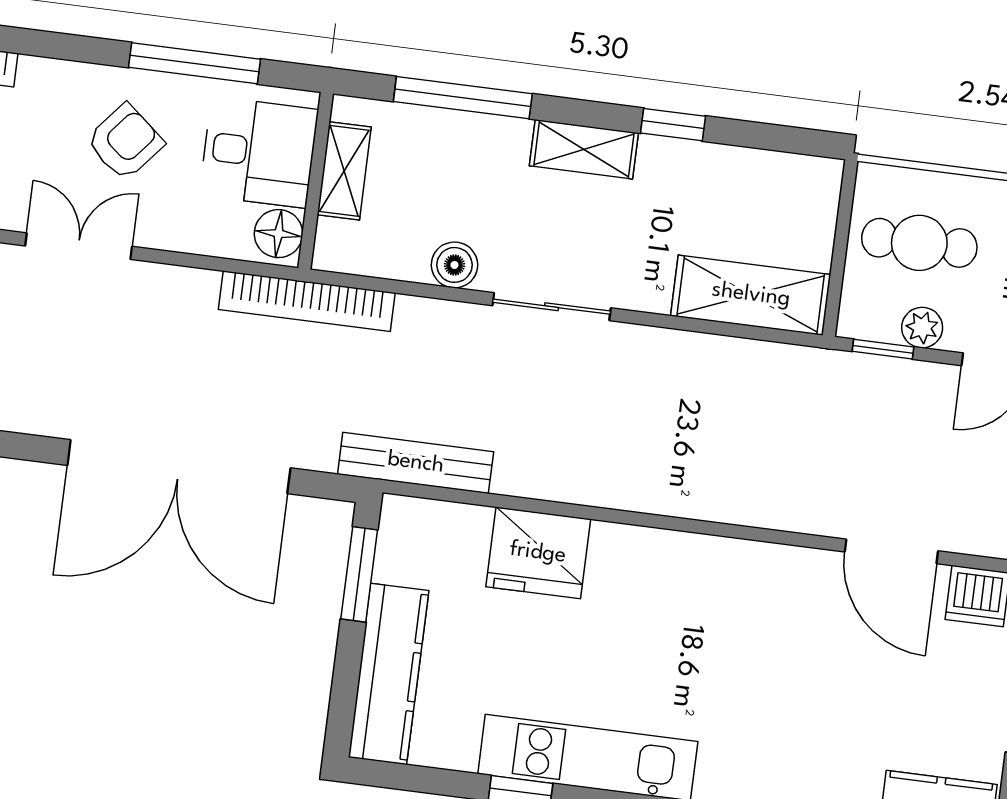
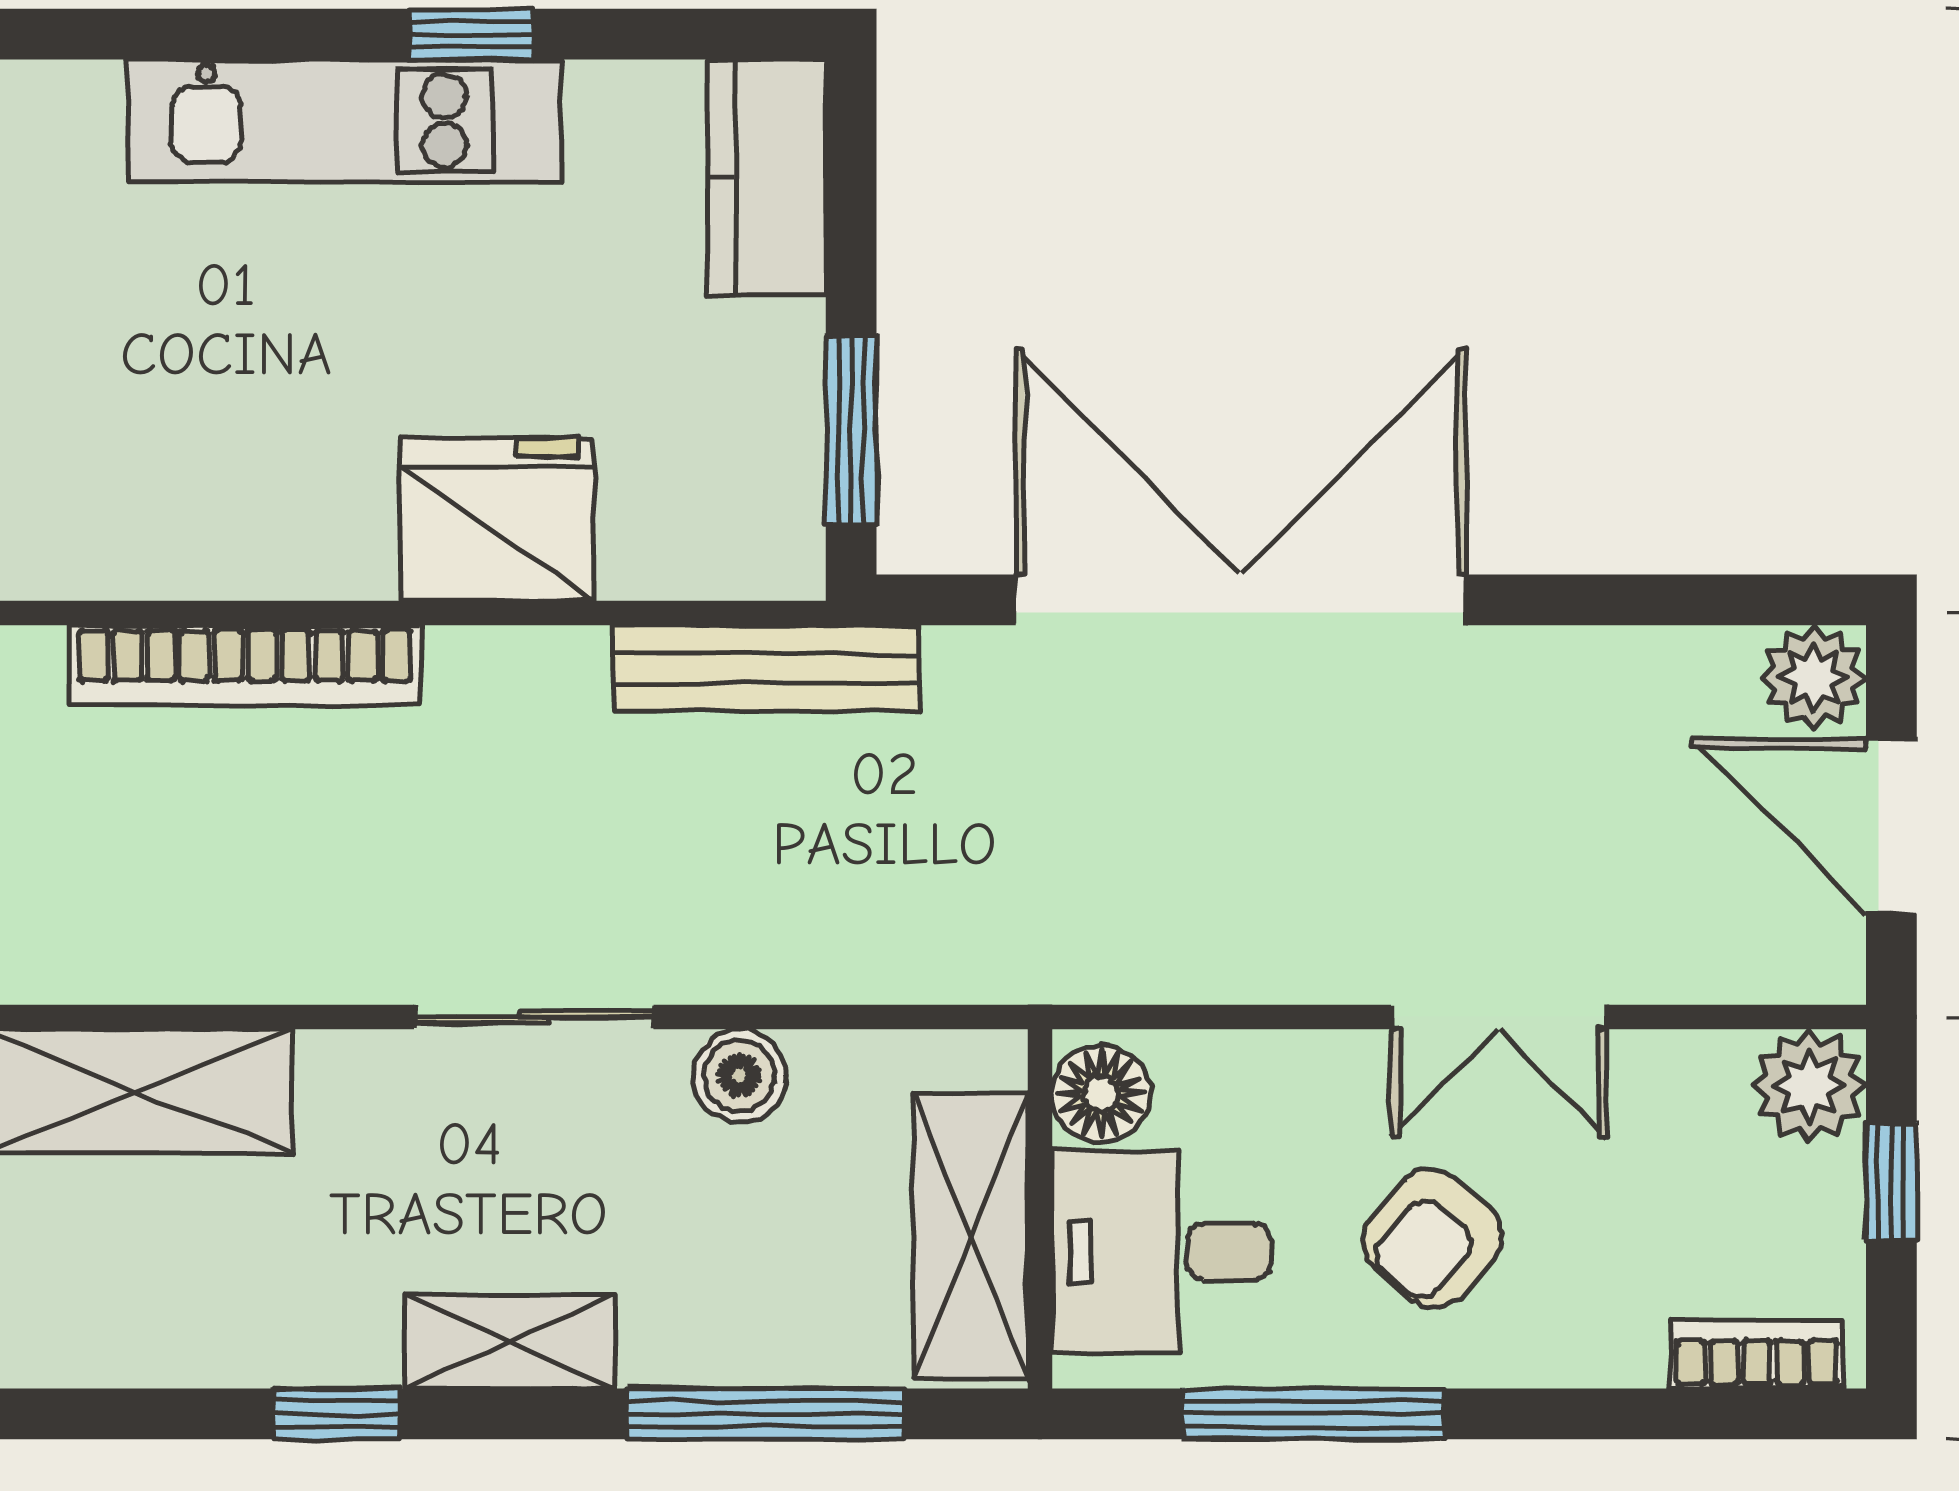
shelving: (344, 171) -> (971, 1236), width x1.50, depth x1.33
bookcase: (307, 301) -> (245, 665), moved, turned 180
kitchen counter: (389, 674) -> (766, 178), width x0.67

